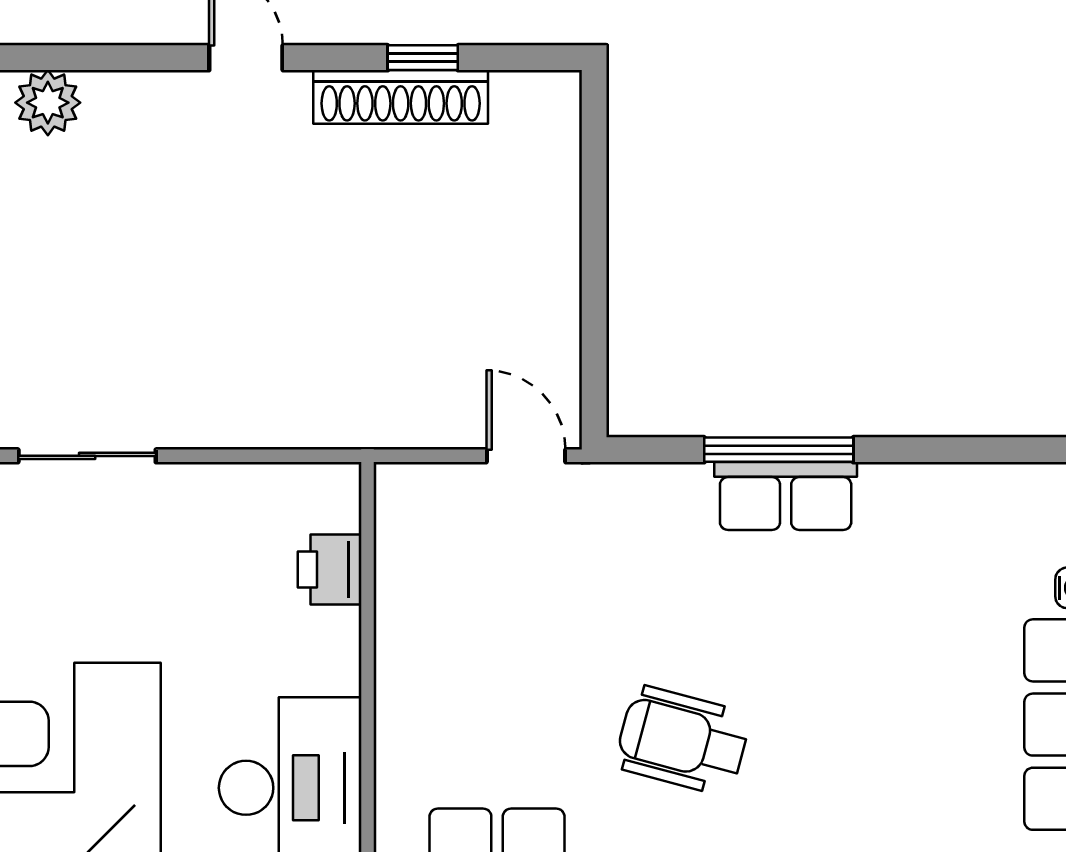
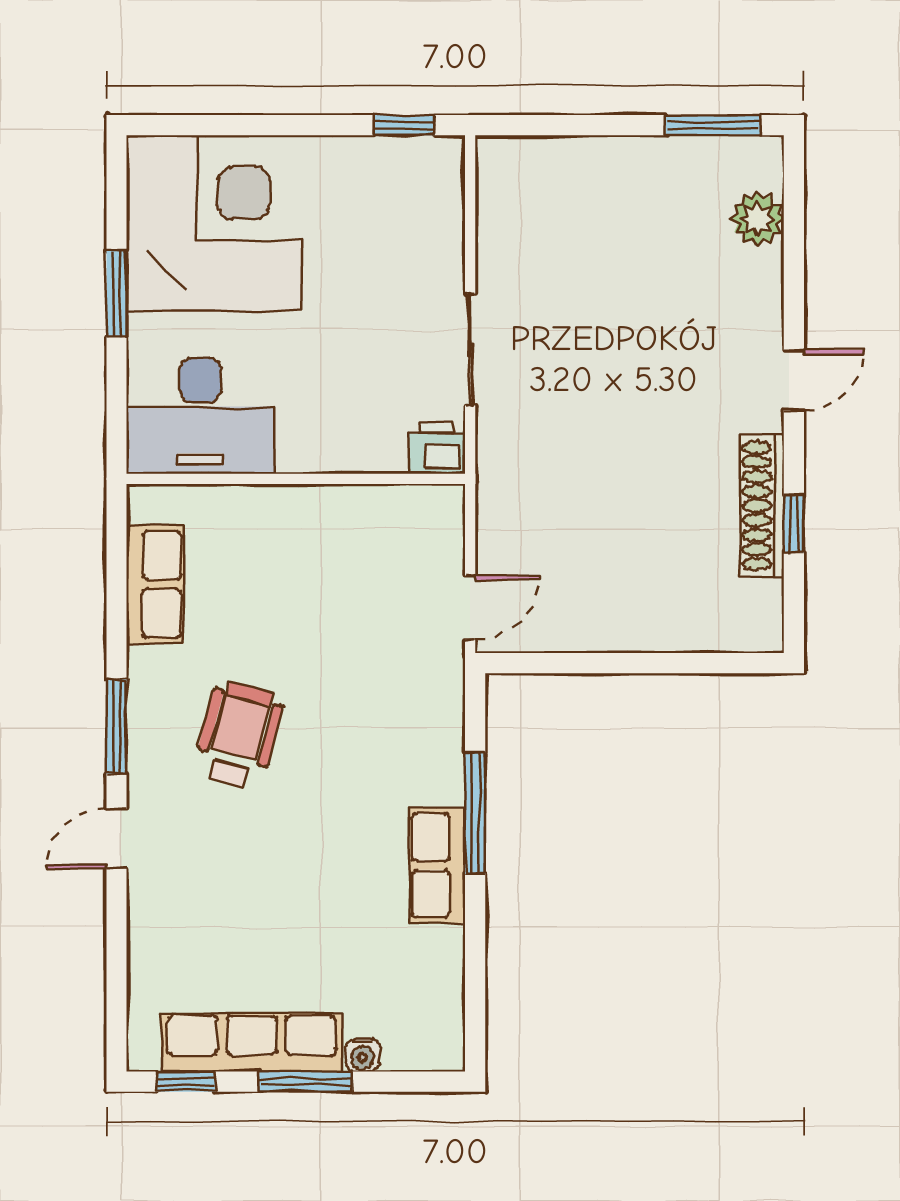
sliding door: (87, 456) -> (470, 349), moved
row of seats: (786, 496) -> (437, 865), moved
printer: (330, 570) -> (437, 448), moved

